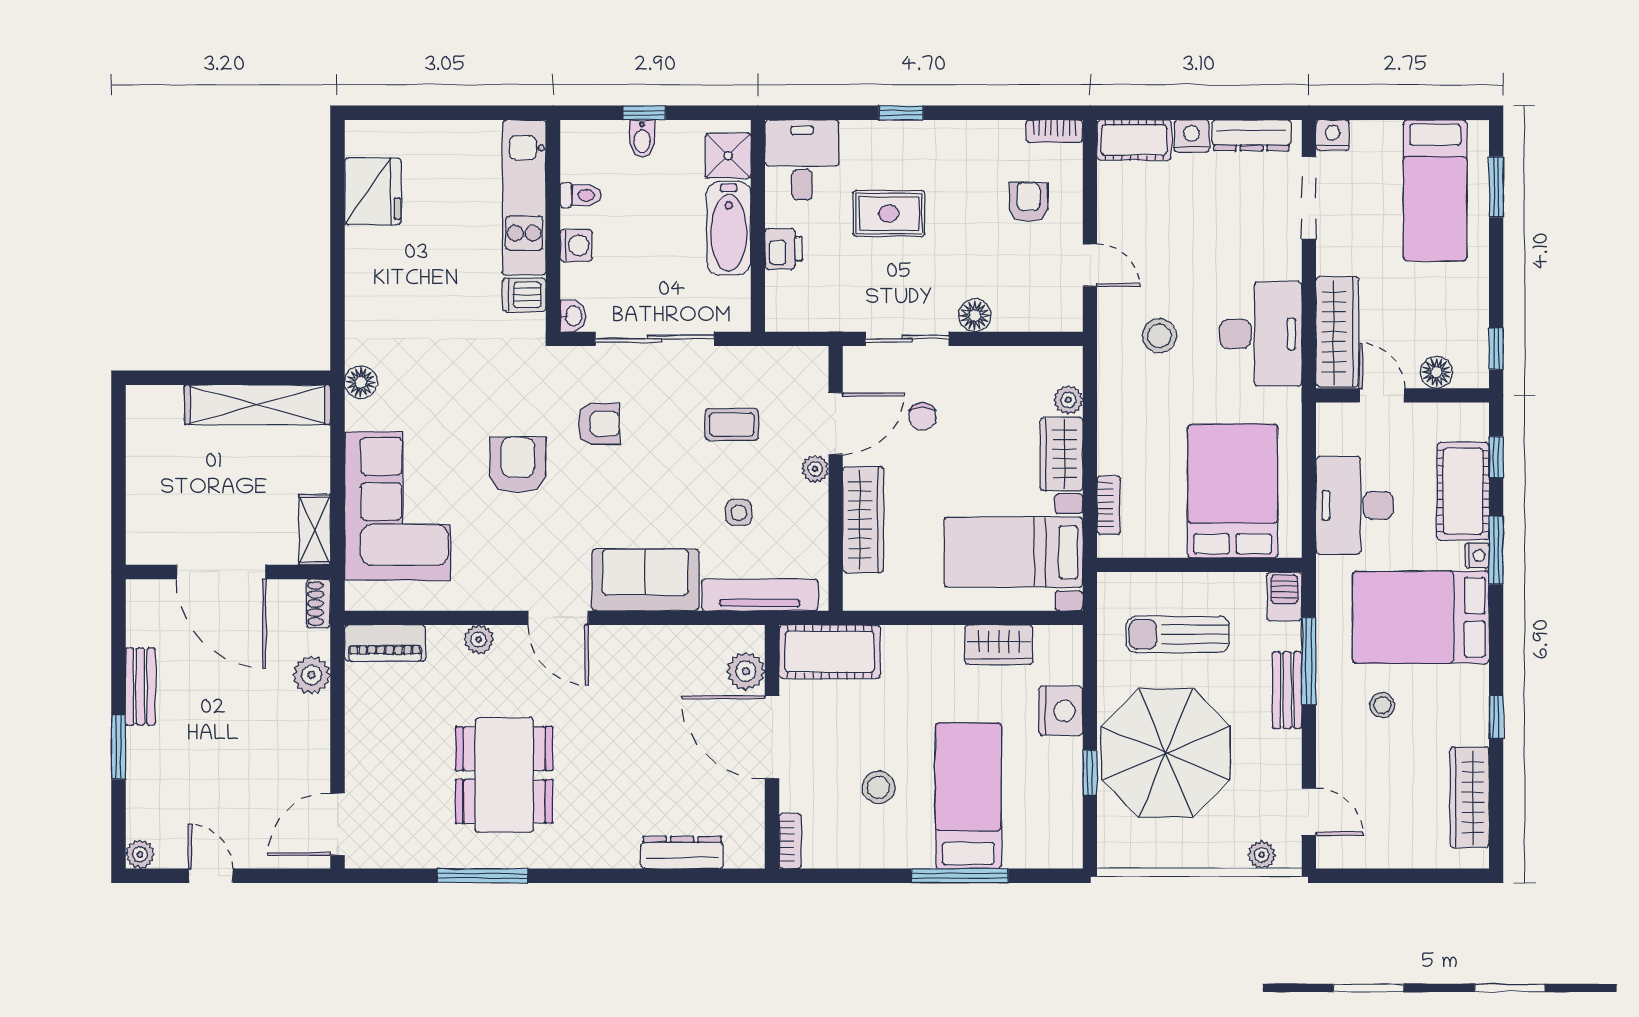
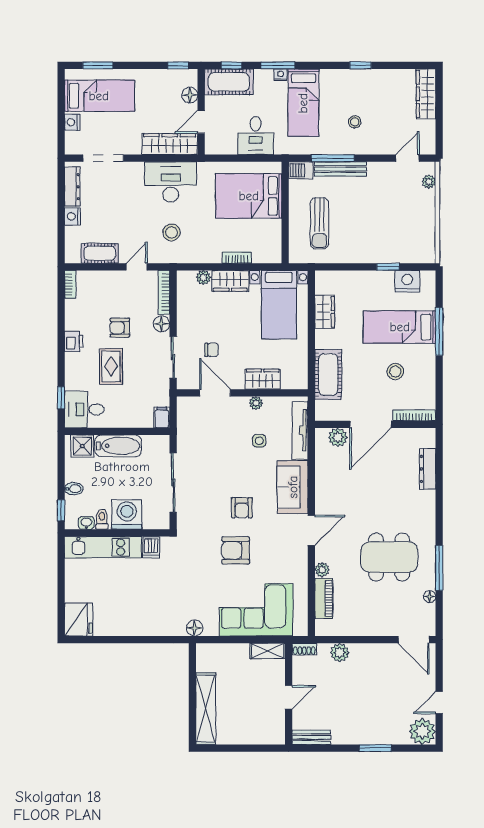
window: (644, 113) -> (61, 510), moved
window: (901, 113) -> (61, 398), moved
nightstand: (1333, 135) -> (72, 122), moved
cot: (1134, 140) -> (100, 253), moved, turned 90
fridge: (373, 191) -> (79, 620), moved, turned 90
armchair: (1029, 202) -> (120, 328), moved
washing machine: (576, 245) -> (127, 514), width x1.89, depth x1.89
printer: (784, 249) -> (74, 341), moved, turned 90
washbasin: (573, 316) -> (86, 523), moved
filing cabinet: (786, 316) -> (162, 417), added
bookcase: (1038, 320) -> (164, 292), added
shelving: (258, 405) -> (206, 709), moved
armchair: (599, 424) -> (242, 508), moved, turned 180
coffee table: (732, 424) -> (216, 444), removed
plant: (815, 469) -> (256, 403), moved
cot: (1463, 491) -> (229, 82), moved
bookcase: (1109, 505) -> (237, 257), moved
desk: (1354, 505) -> (256, 136), width x0.73
wardrobe: (863, 520) -> (263, 379), width x0.67
door: (221, 572) -> (289, 697), width x0.53
bed: (1421, 617) -> (303, 103), width x0.67
piano: (385, 643) -> (324, 598), moved
cot: (830, 652) -> (328, 375), moved
bench: (140, 686) -> (311, 737), moved
bench: (1287, 690) -> (340, 169), width x1.36
nightstand: (1061, 711) -> (407, 281), moved
parasol: (1166, 753) -> (378, 229), removed
wardrobe: (1470, 797) -> (426, 94), moved, turned 90
bookcase: (790, 841) -> (414, 415), width x1.56
plant: (140, 854) -> (422, 731), width x1.87, depth x1.87
floor lamp: (424, 857) -> (430, 597), added

